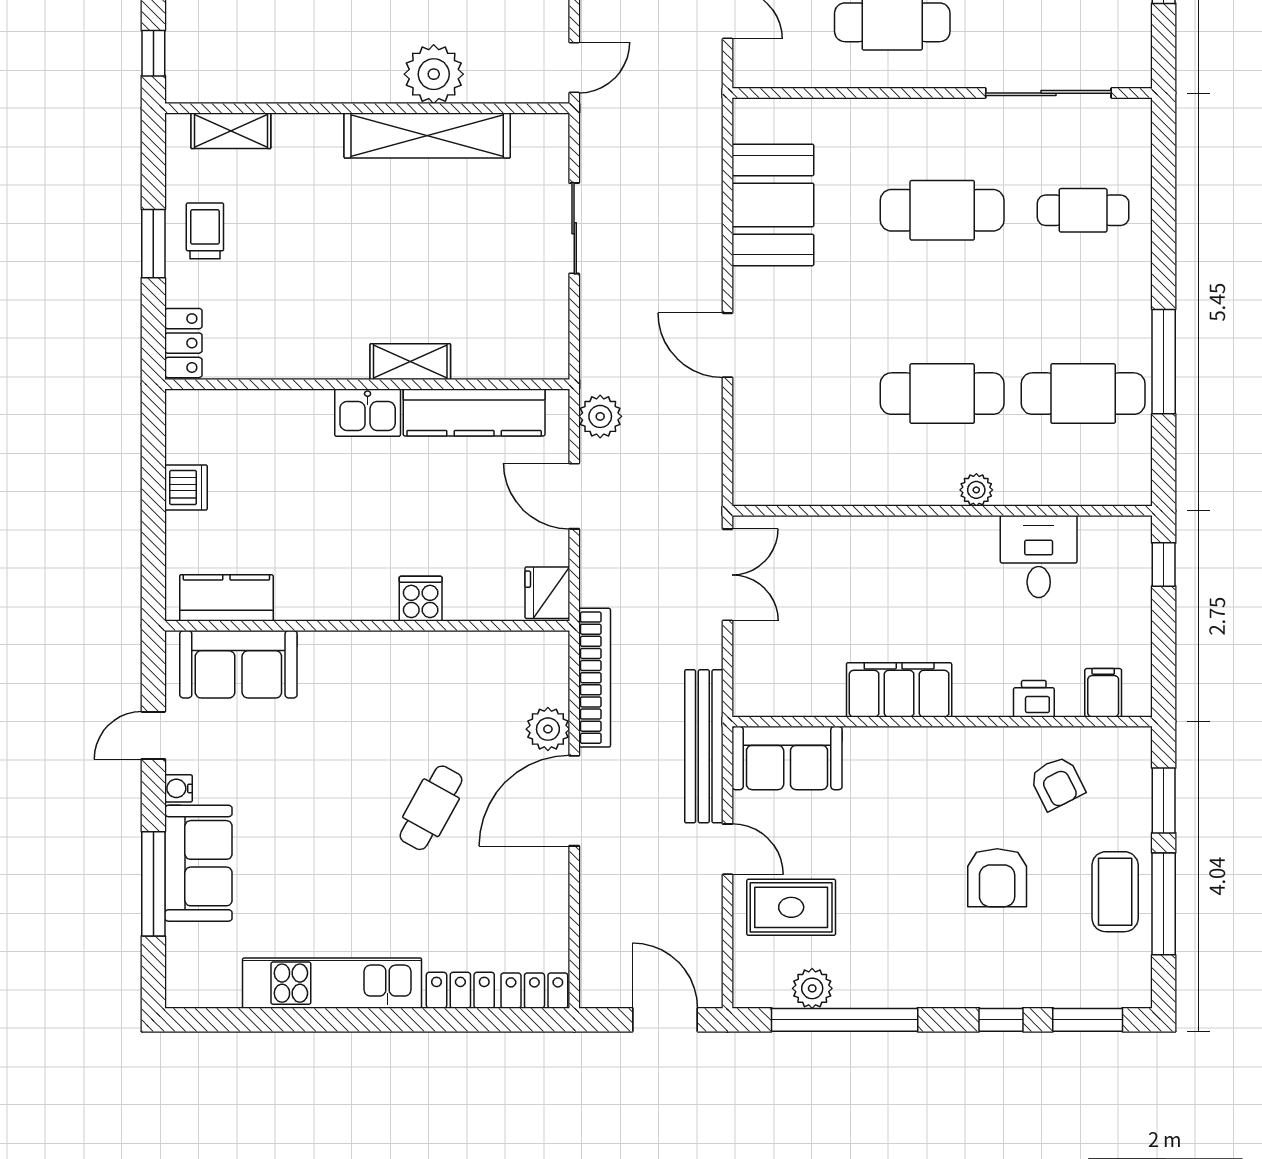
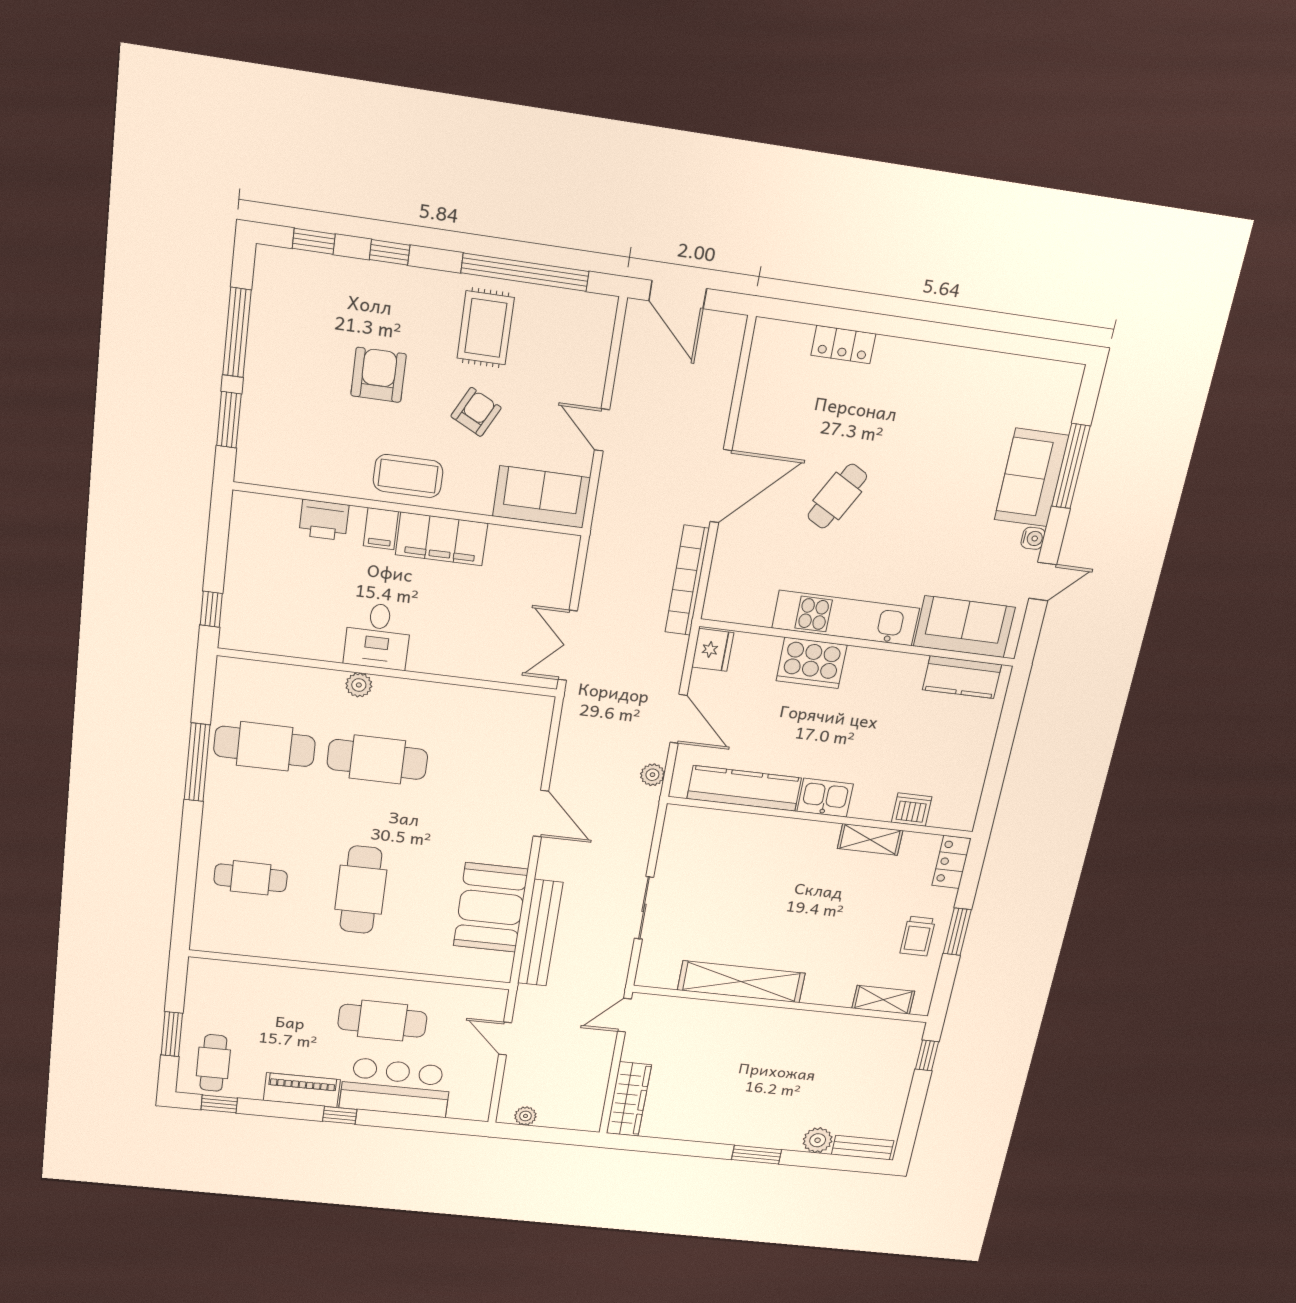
plant: (434, 74) -> (728, 1021), removed
sliding door: (1048, 93) -> (269, 961), removed
cafe table: (942, 210) -> (361, 890), turned 90
shelving: (410, 362) -> (870, 839), moved
plant: (600, 416) -> (652, 775), width x0.73, depth x0.73
dishwasher: (186, 488) -> (912, 810), moved, turned 90
desk: (1039, 557) -> (378, 636), moved
cooker: (421, 599) -> (812, 663), width x1.87, depth x1.31
filing cabinet: (1103, 693) -> (381, 529), moved
printer: (1034, 699) -> (324, 520), width x1.36, depth x1.24
plant: (548, 729) -> (732, 545), removed
bench: (704, 746) -> (540, 933), moved
armchair: (1057, 783) -> (476, 412), moved, turned 54
coffee table: (1115, 892) -> (408, 476), moved, turned 90
rug: (791, 907) -> (486, 328), moved, turned 90
kitchen unit: (332, 983) -> (846, 618), moved, turned 180
plant: (812, 988) -> (549, 303), removed
locker: (534, 991) -> (782, 335), removed
window: (1088, 1020) -> (314, 241), width x0.67

